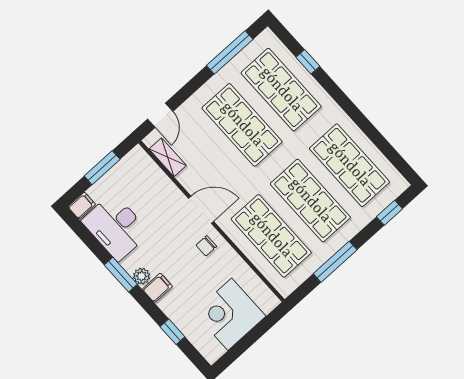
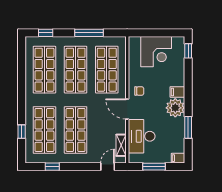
window: (230, 52) -> (52, 167), width x0.46
desk: (116, 227) -> (142, 136), moved, turned 180
window: (121, 275) -> (188, 127), moved
plant: (142, 276) -> (175, 108), width x1.88, depth x1.88
window: (172, 332) -> (188, 51), moved

